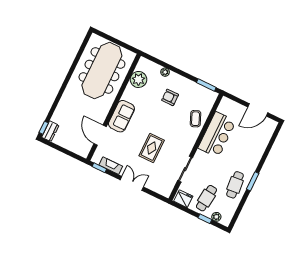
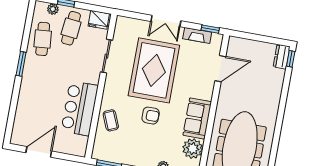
armchair: (170, 97) -> (151, 116), moved
sofa: (121, 116) -> (197, 118), moved
door: (100, 135) -> (220, 69), hinge flipped
rug: (152, 148) -> (154, 70), width x1.86, depth x2.06
cafe table: (235, 185) -> (43, 39), moved

